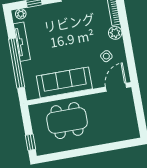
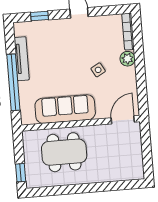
plant: (21, 14) -> (23, 27), removed
side table: (106, 56) -> (98, 70), moved

